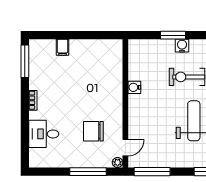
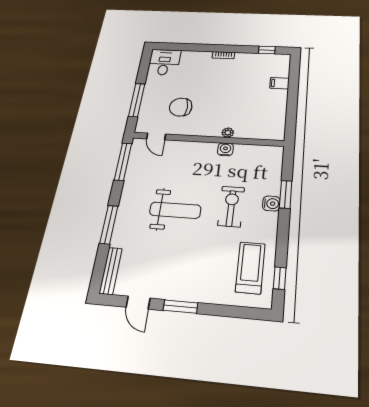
window: (25, 61) -> (267, 50), width x0.46
chair: (93, 131) -> (181, 107), turned -90
desk: (44, 134) -> (164, 62), moved
plant: (118, 163) -> (228, 133), moved

